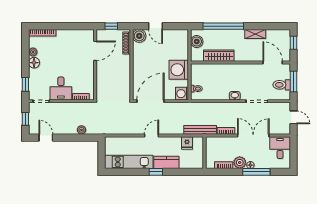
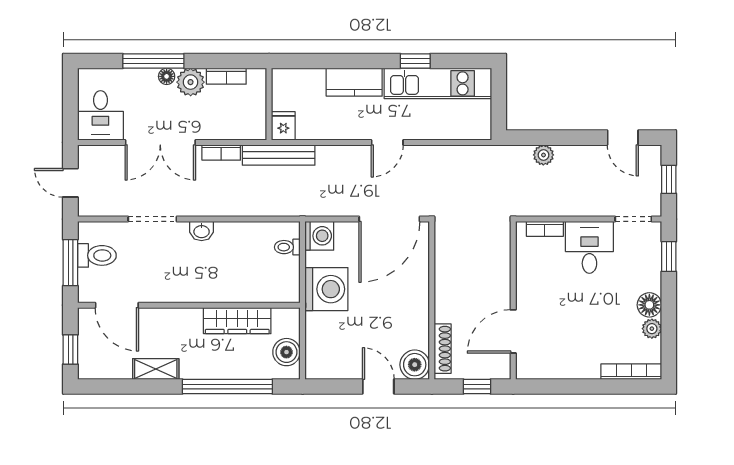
fridge: (187, 143) -> (283, 126), moved
window: (156, 172) -> (415, 61), moved

